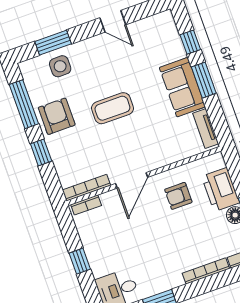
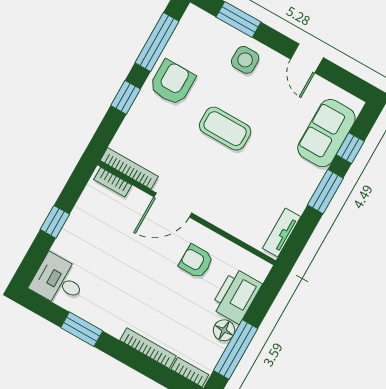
side table: (60, 66) -> (245, 60), moved
sofa: (182, 87) -> (326, 133), moved

